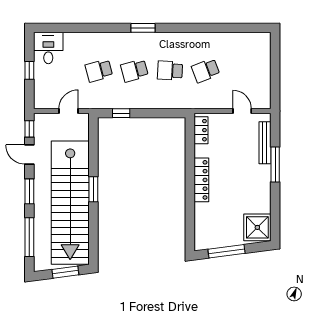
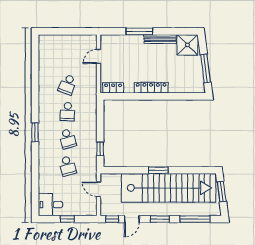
school desk: (206, 71) -> (68, 84), turned 42
bench: (265, 143) -> (160, 39), moved

